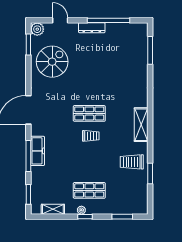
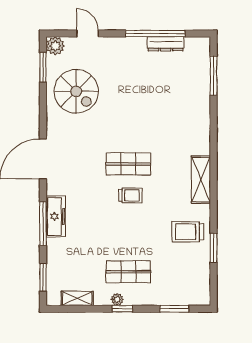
dresser: (92, 28) -> (166, 44), moved
spiral stairs: (52, 62) -> (76, 91), turned 90

